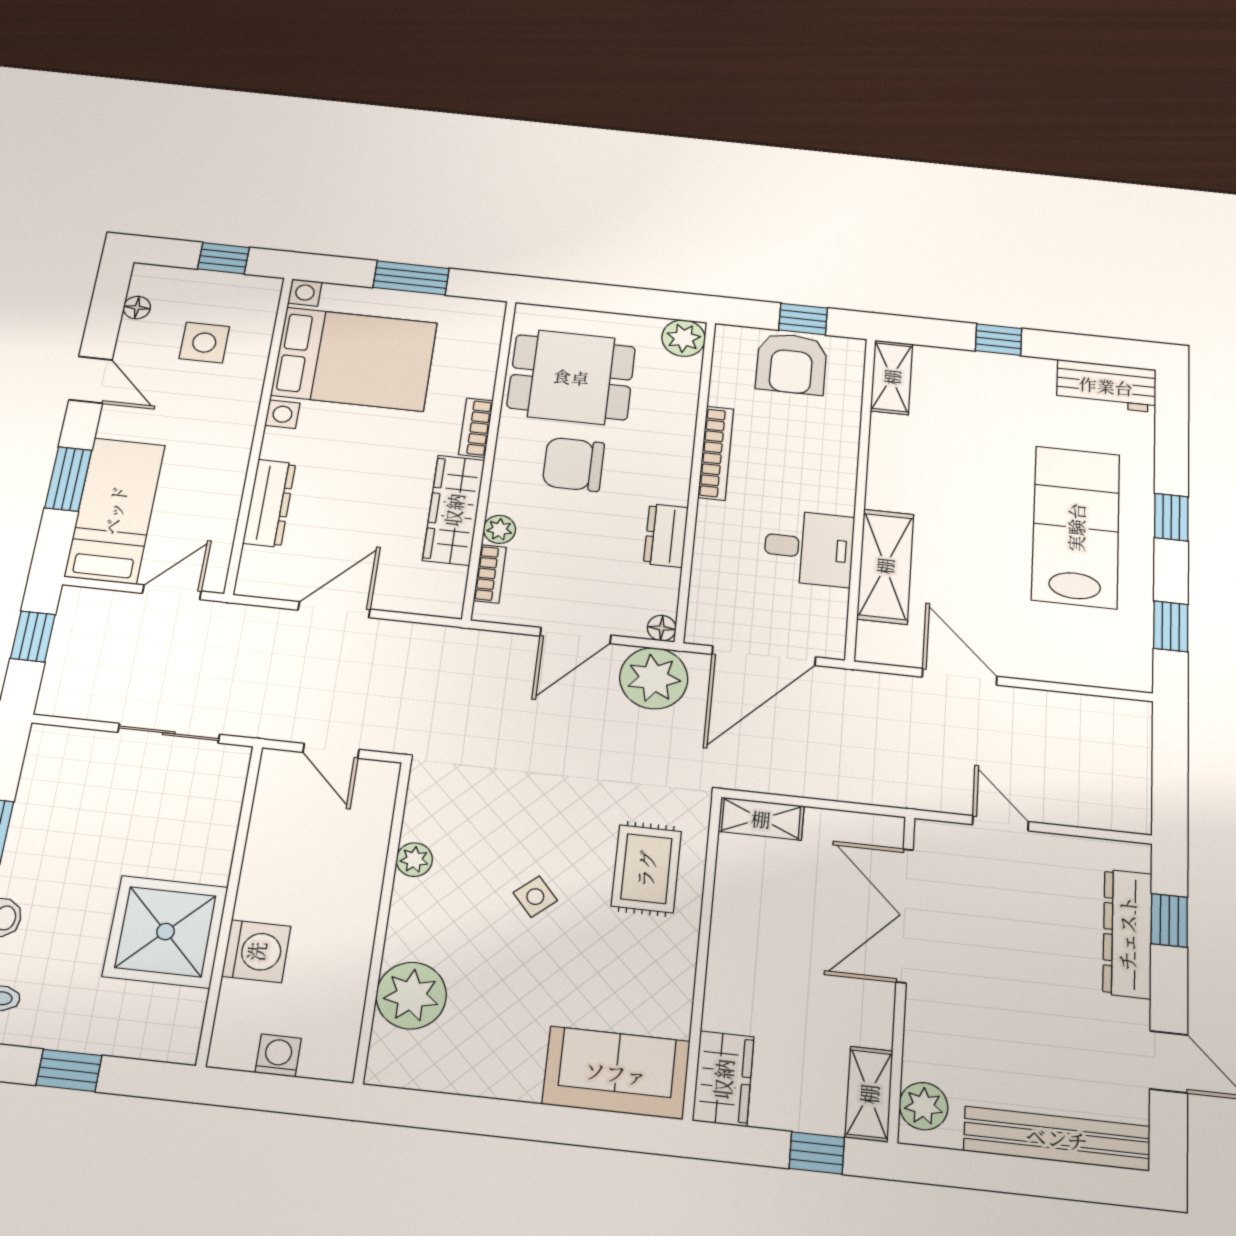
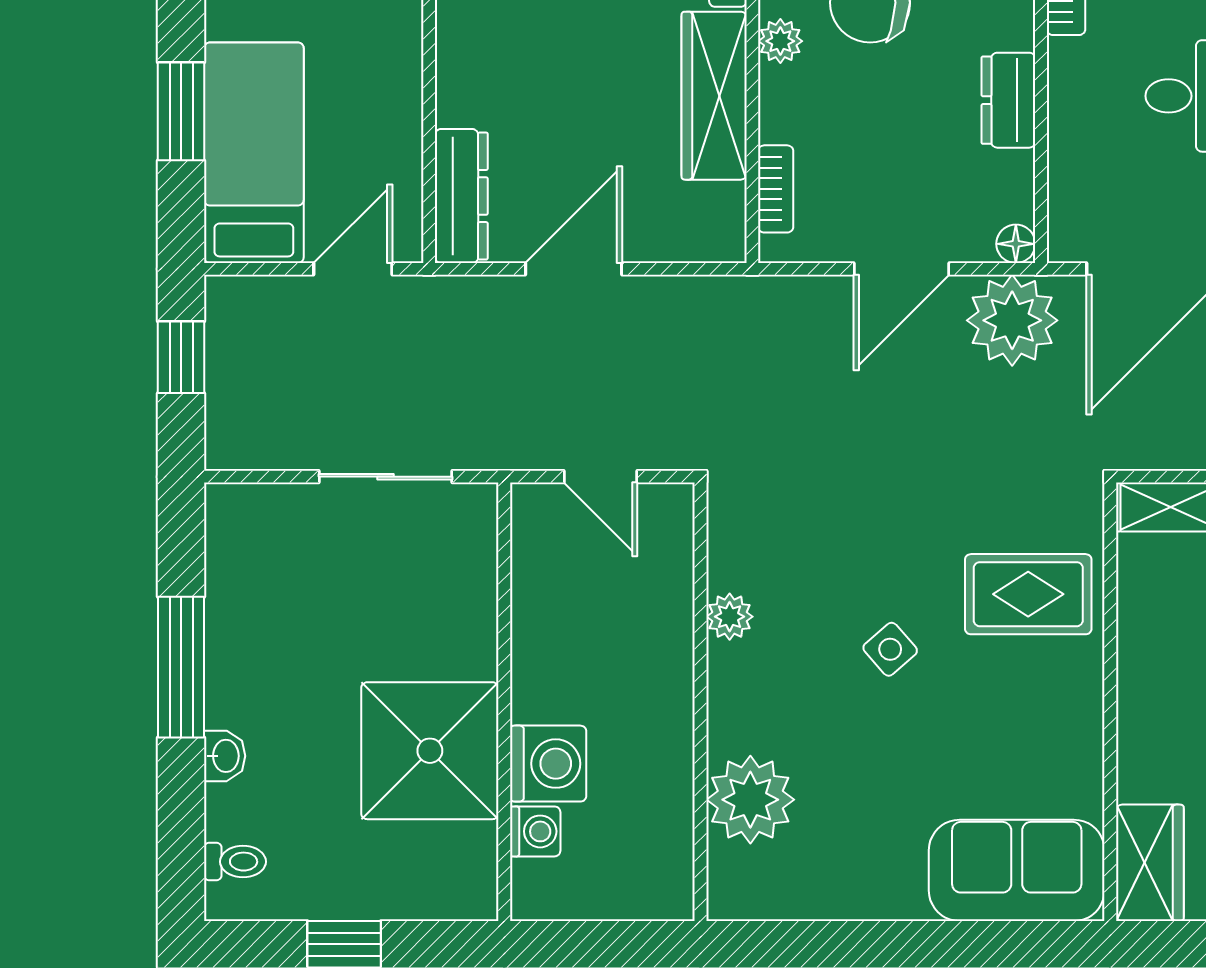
dresser: (269, 503) -> (461, 196), moved
plant: (499, 529) -> (780, 41), moved
rug: (646, 869) -> (1028, 594), turned 90
washing machine: (278, 1055) -> (535, 831), moved, turned 90

